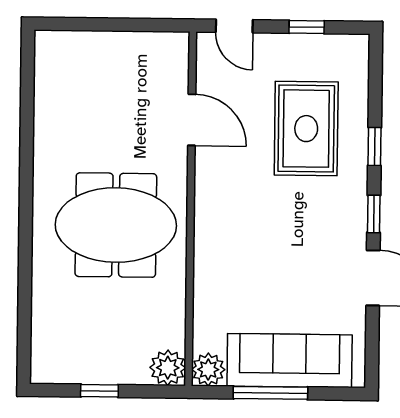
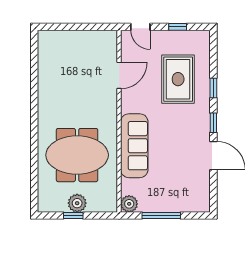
door: (192, 120) -> (119, 75), hinge flipped
meeting table: (116, 225) -> (77, 155), moved
sofa: (290, 361) -> (134, 146), moved, turned 90
plant: (168, 368) -> (77, 203), moved

